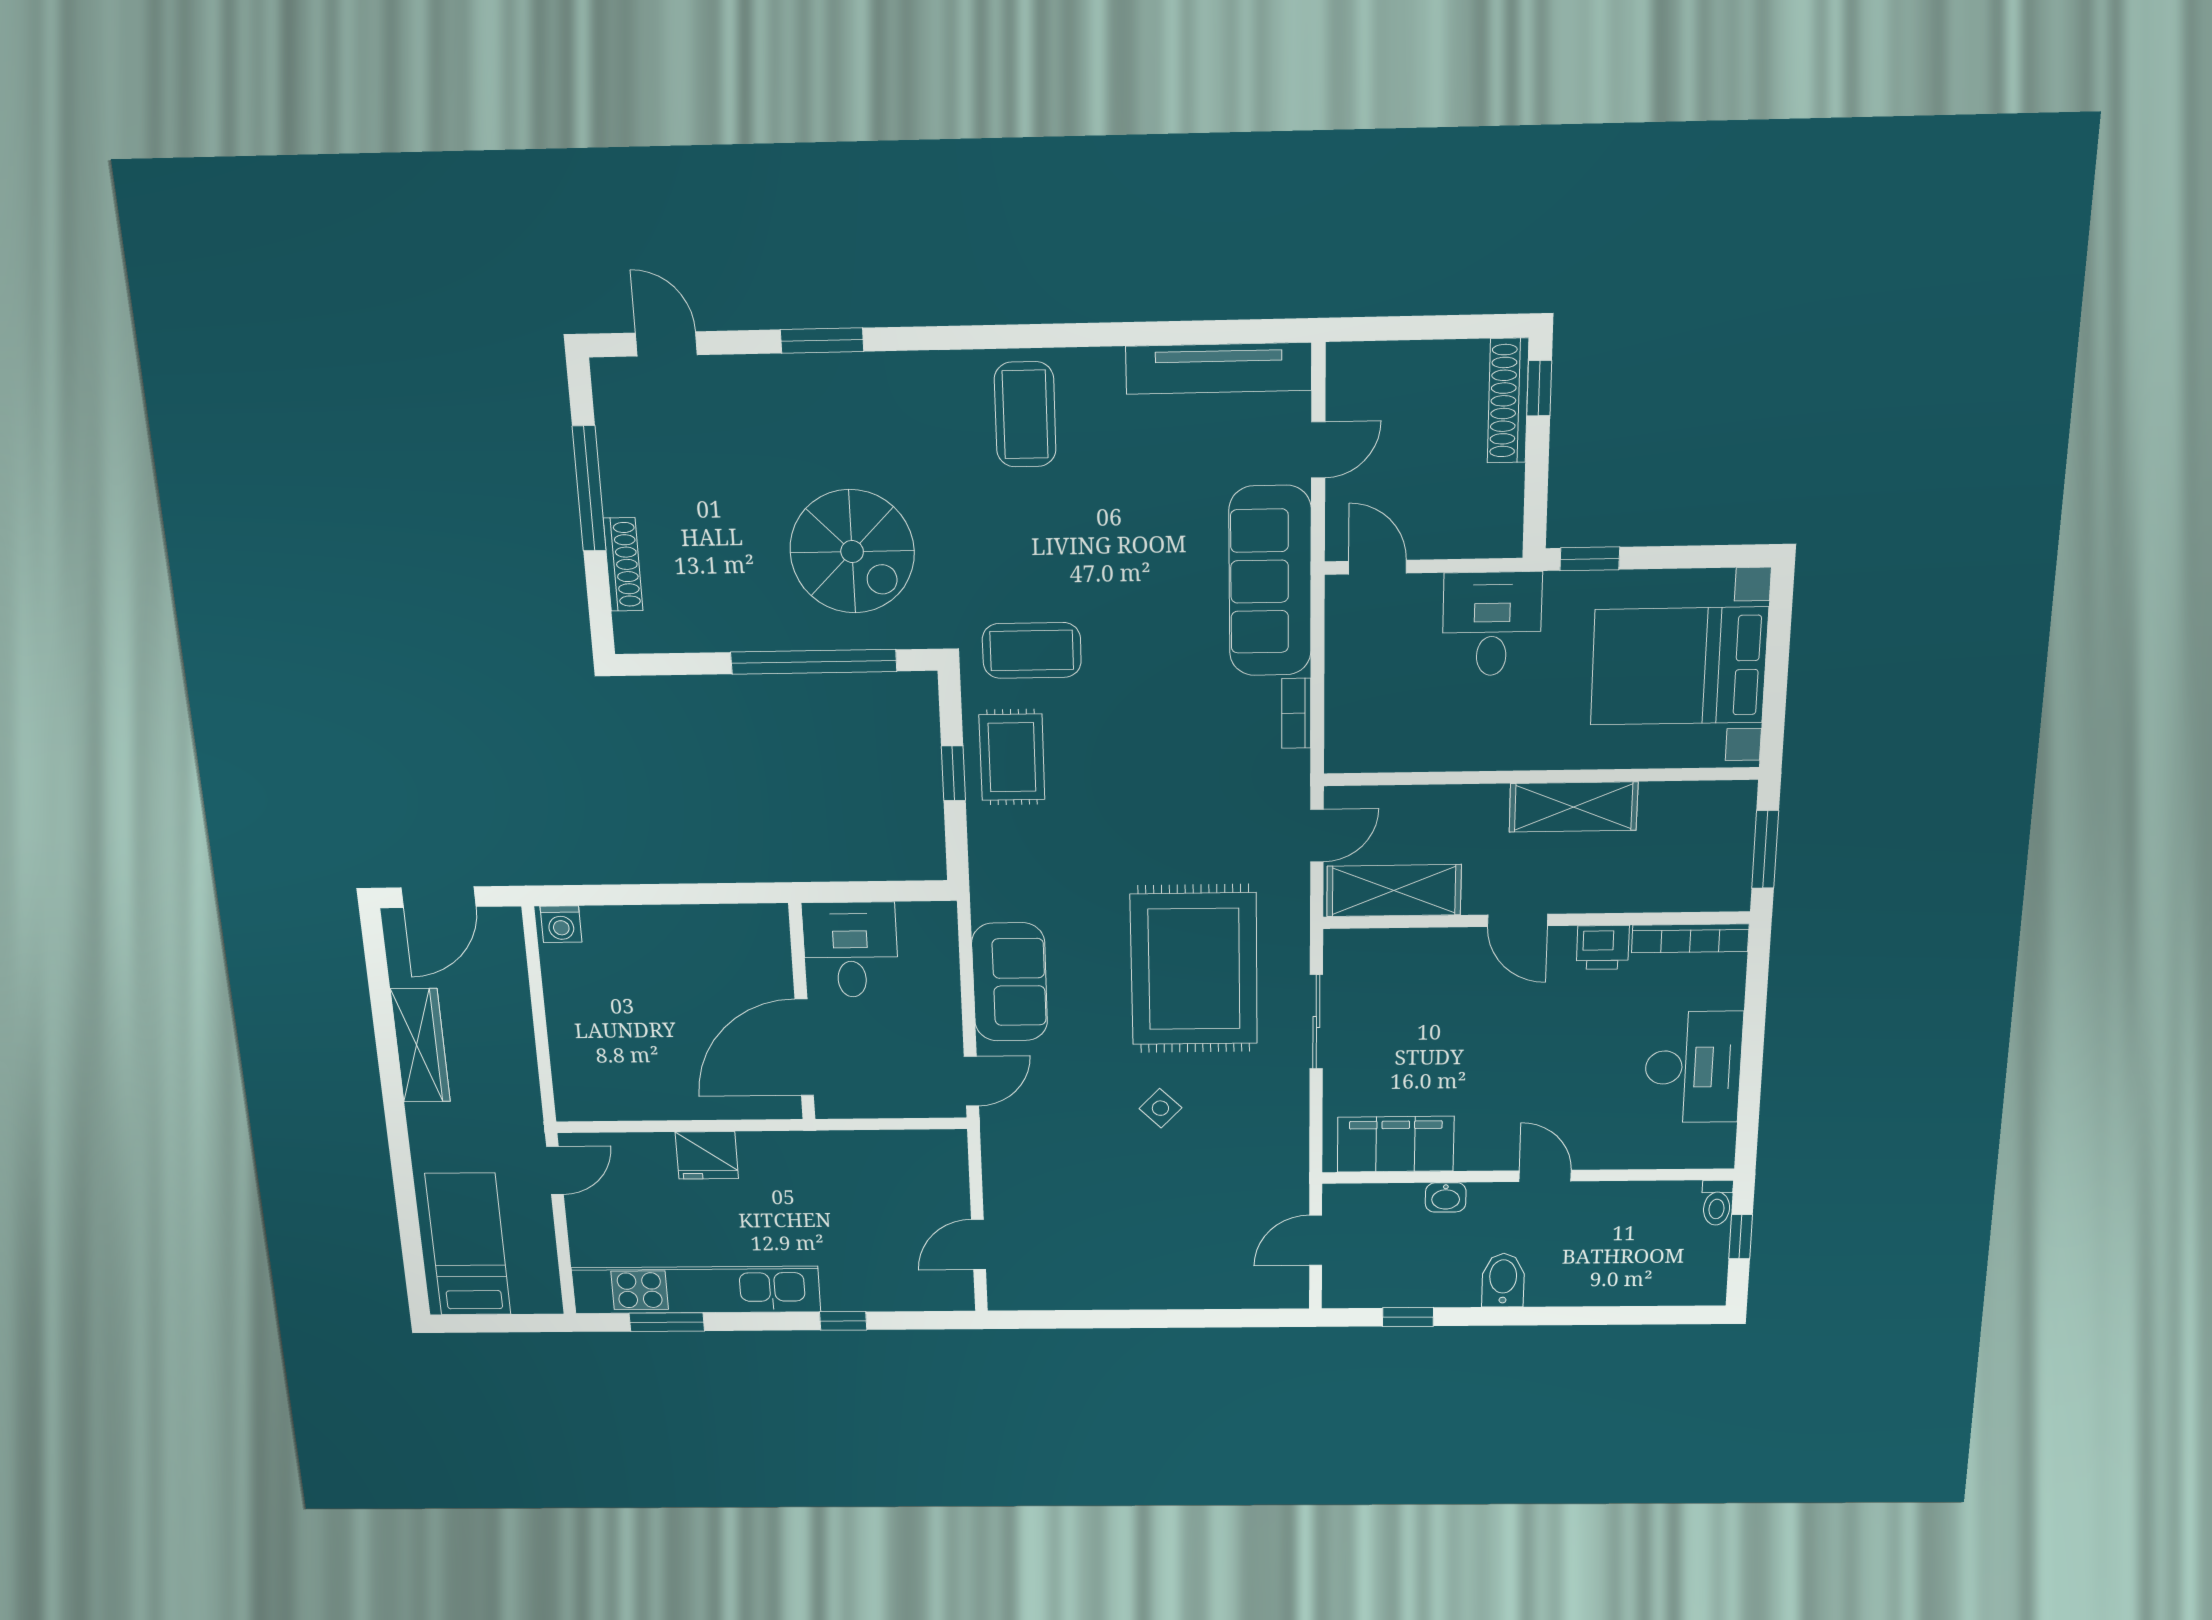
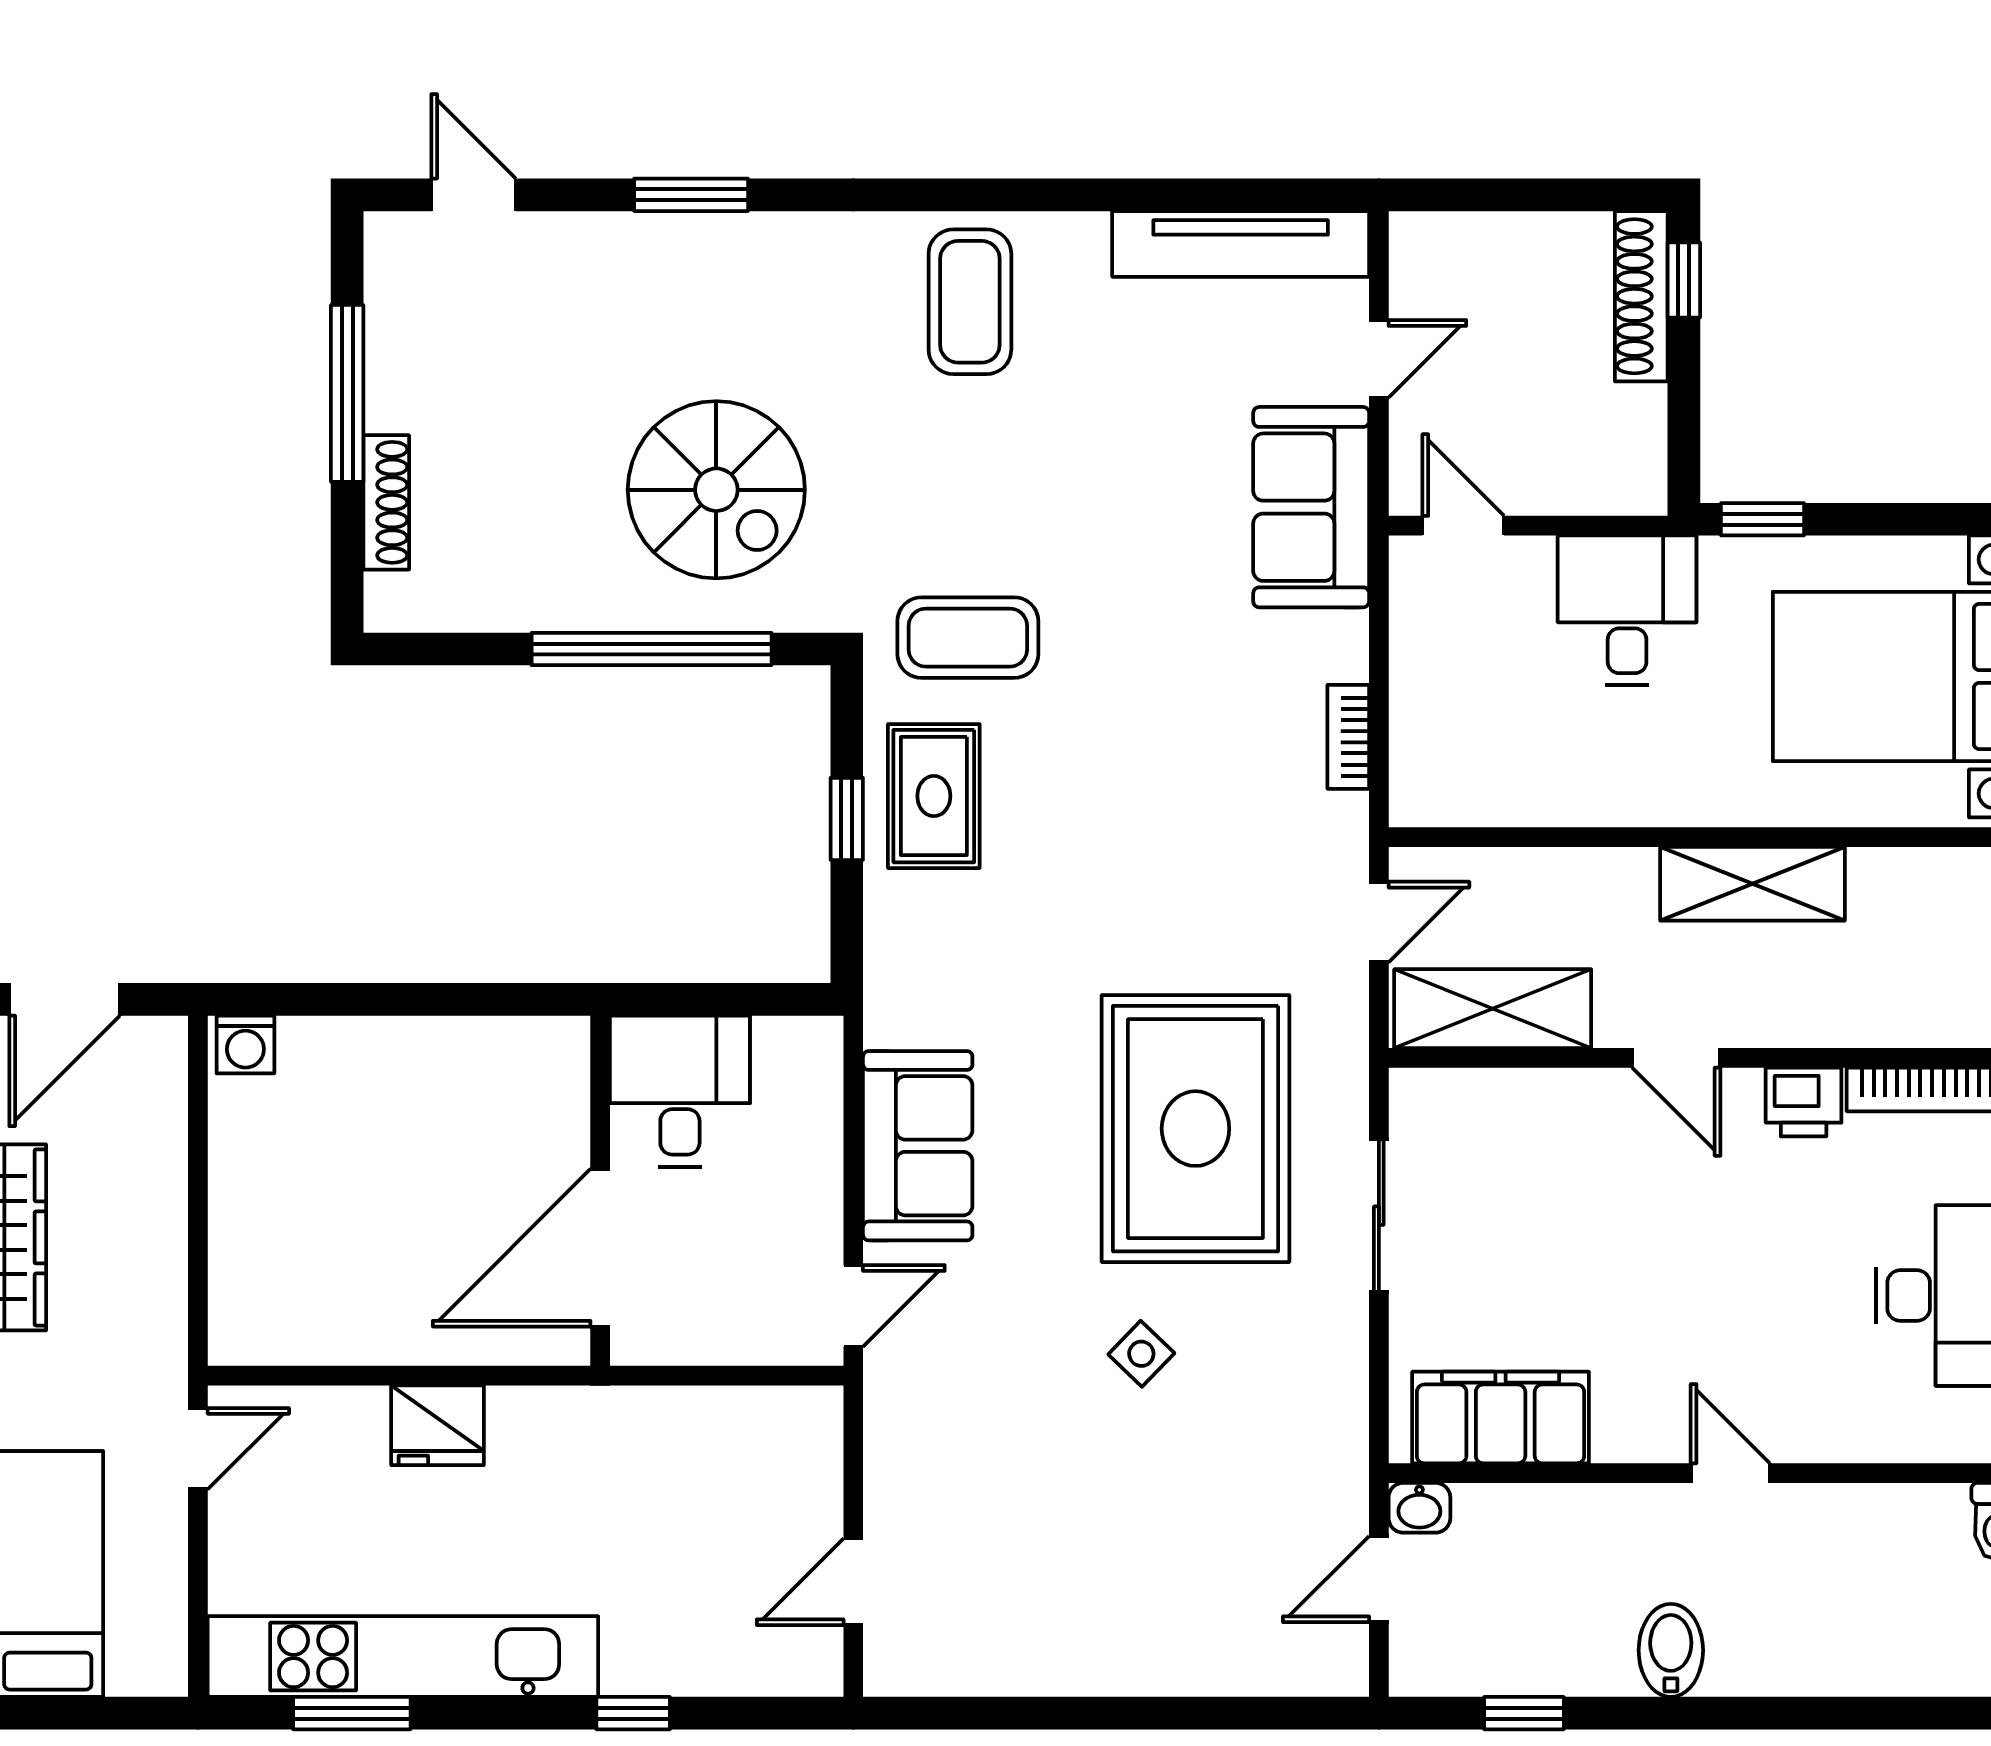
sofa: (1270, 581) -> (1311, 507), width x0.73
washbasin: (1446, 1197) -> (1419, 1508), moved

